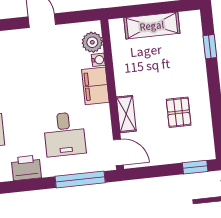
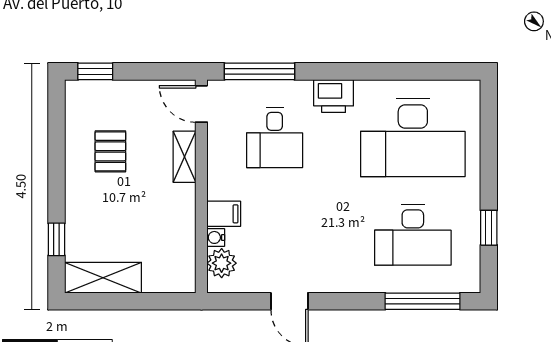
shelving: (152, 26) -> (103, 278), moved
filing cabinet: (95, 86) -> (224, 214), width x0.50
desk: (65, 134) -> (275, 138), turned 180

